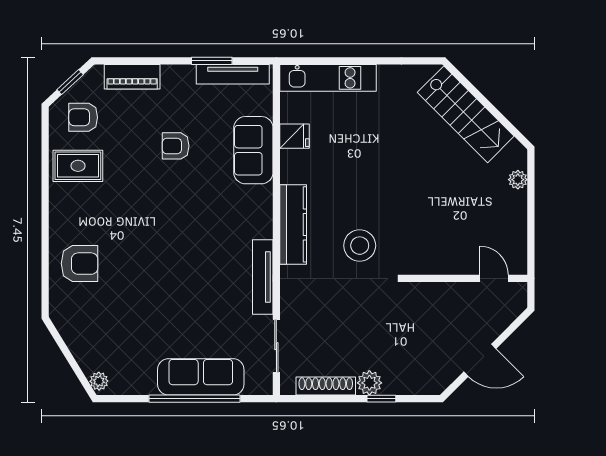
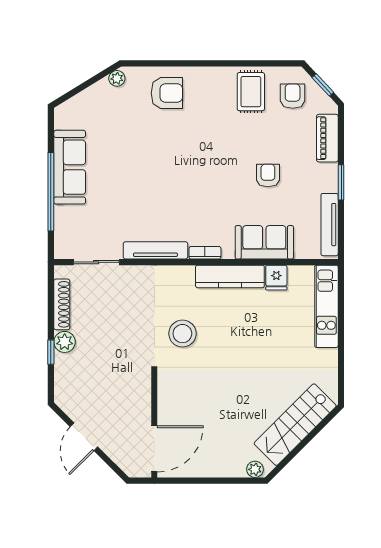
window: (212, 61) -> (341, 182), moved
plant: (518, 180) -> (255, 469), moved
bookcase: (266, 219) -> (205, 253), added
kitchen counter: (293, 224) -> (230, 276), moved
armchair: (80, 264) -> (167, 93), turned -90
door: (494, 278) -> (154, 449), width x1.87
sofa: (201, 377) -> (70, 167), moved
plant: (99, 381) -> (117, 78), moved

